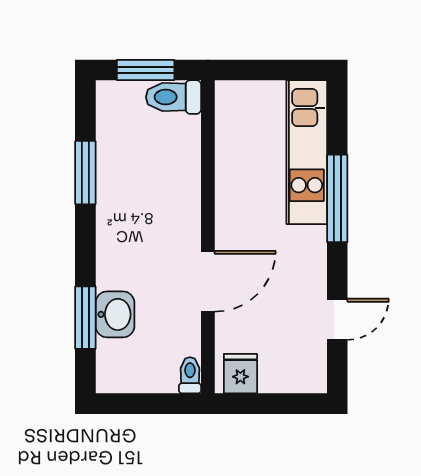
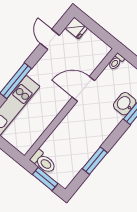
door: (337, 319) -> (50, 39), hinge flipped
fridge: (240, 374) -> (76, 28), moved, turned -90

